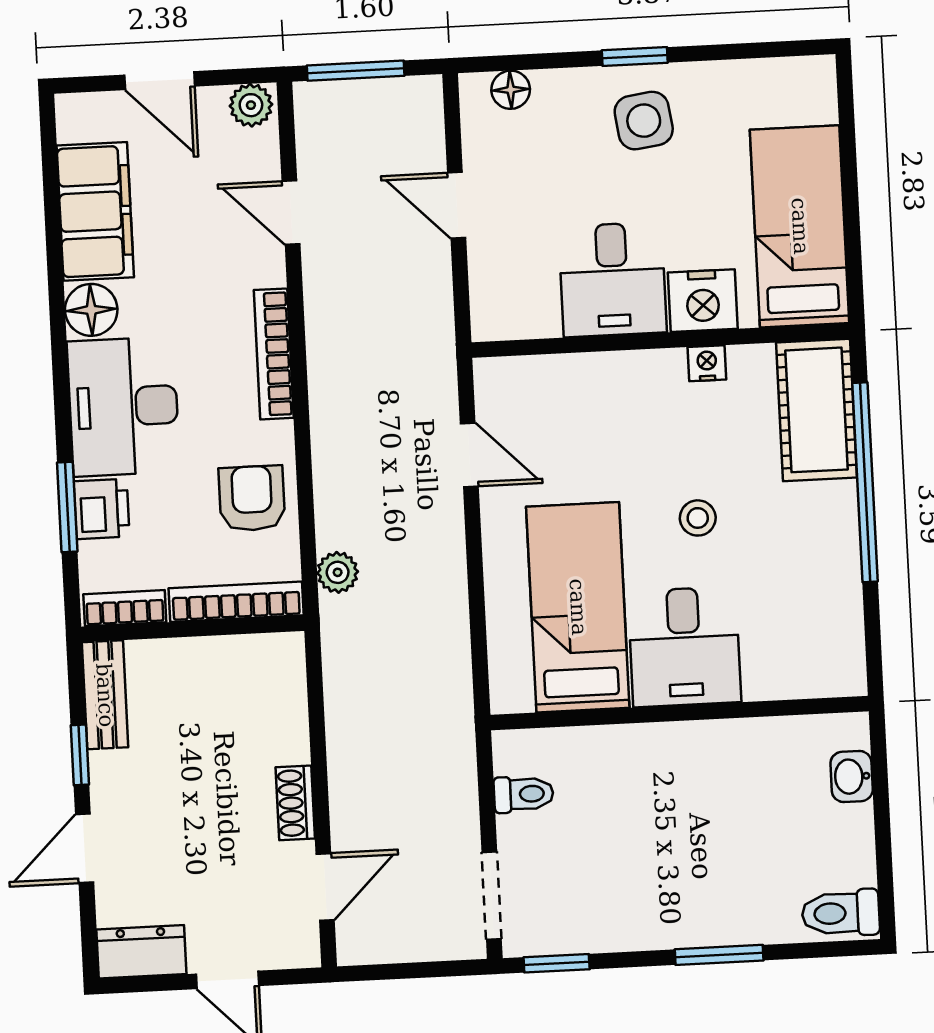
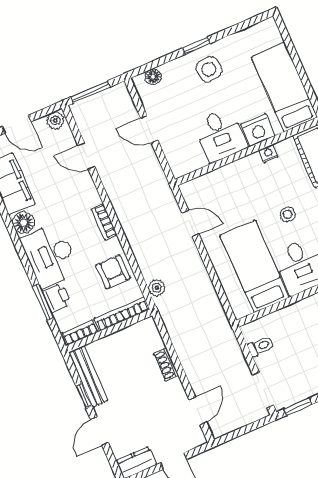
bookcase: (274, 354) -> (104, 222), width x0.64
bench: (105, 695) -> (88, 376), width x1.36
shoe rack: (295, 803) -> (166, 365), moved

